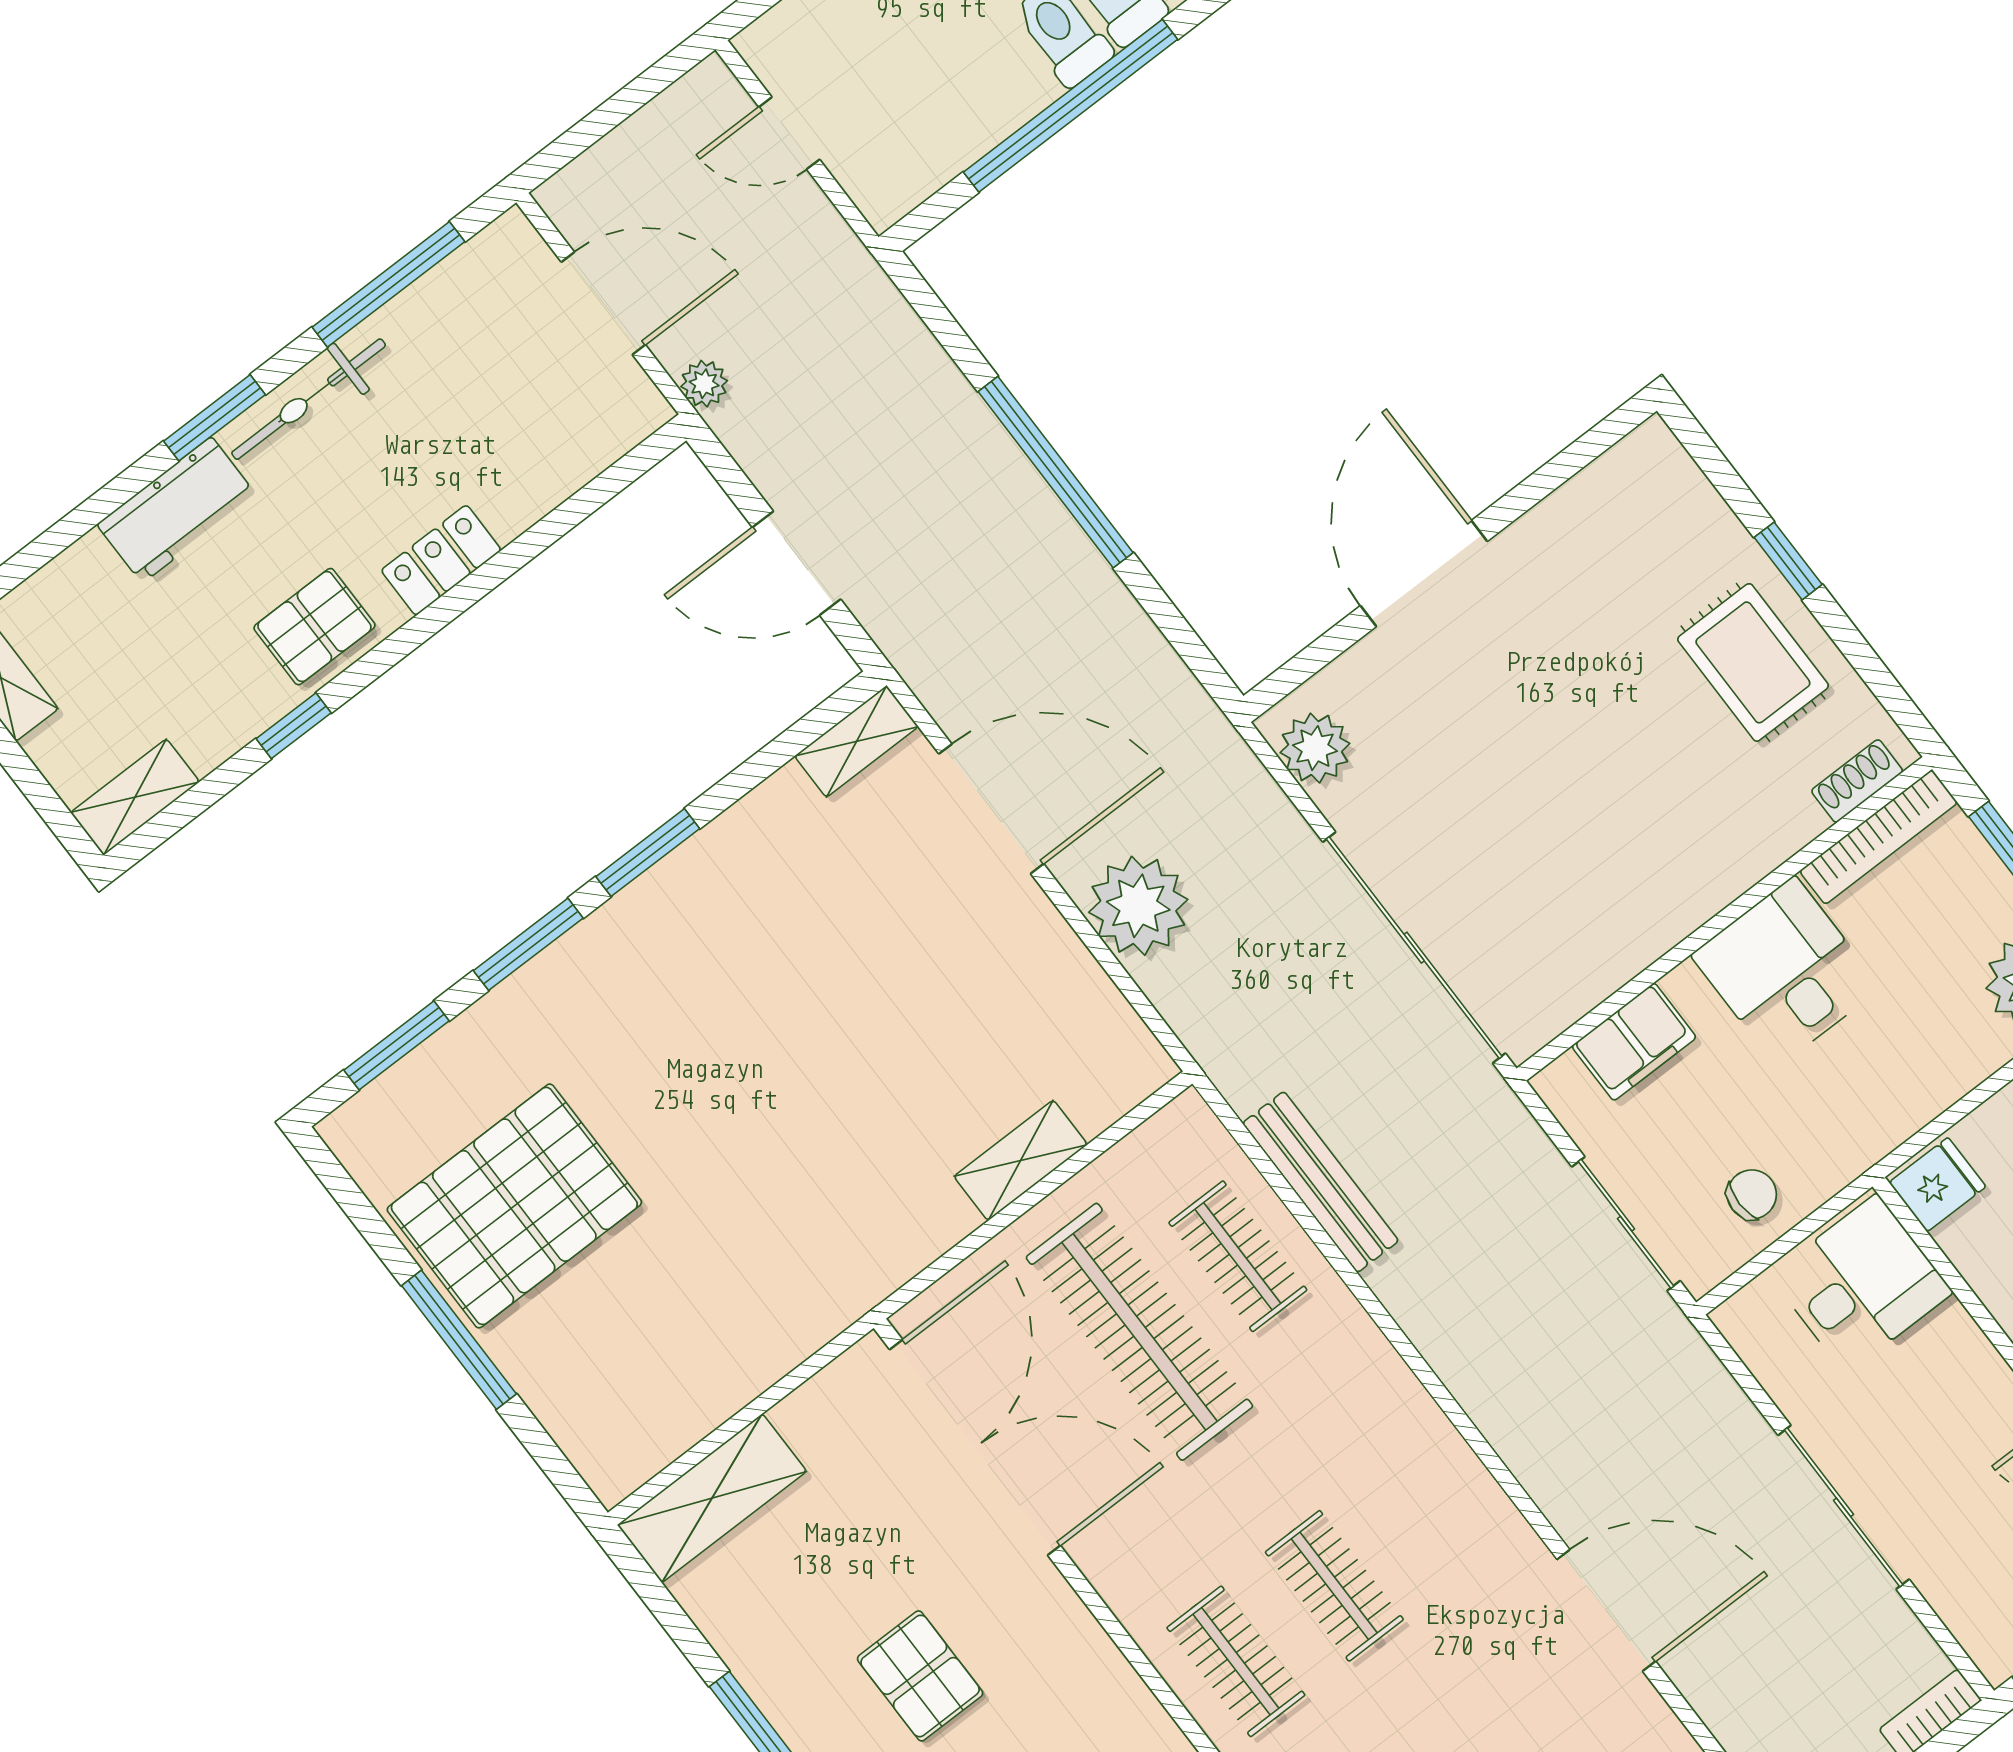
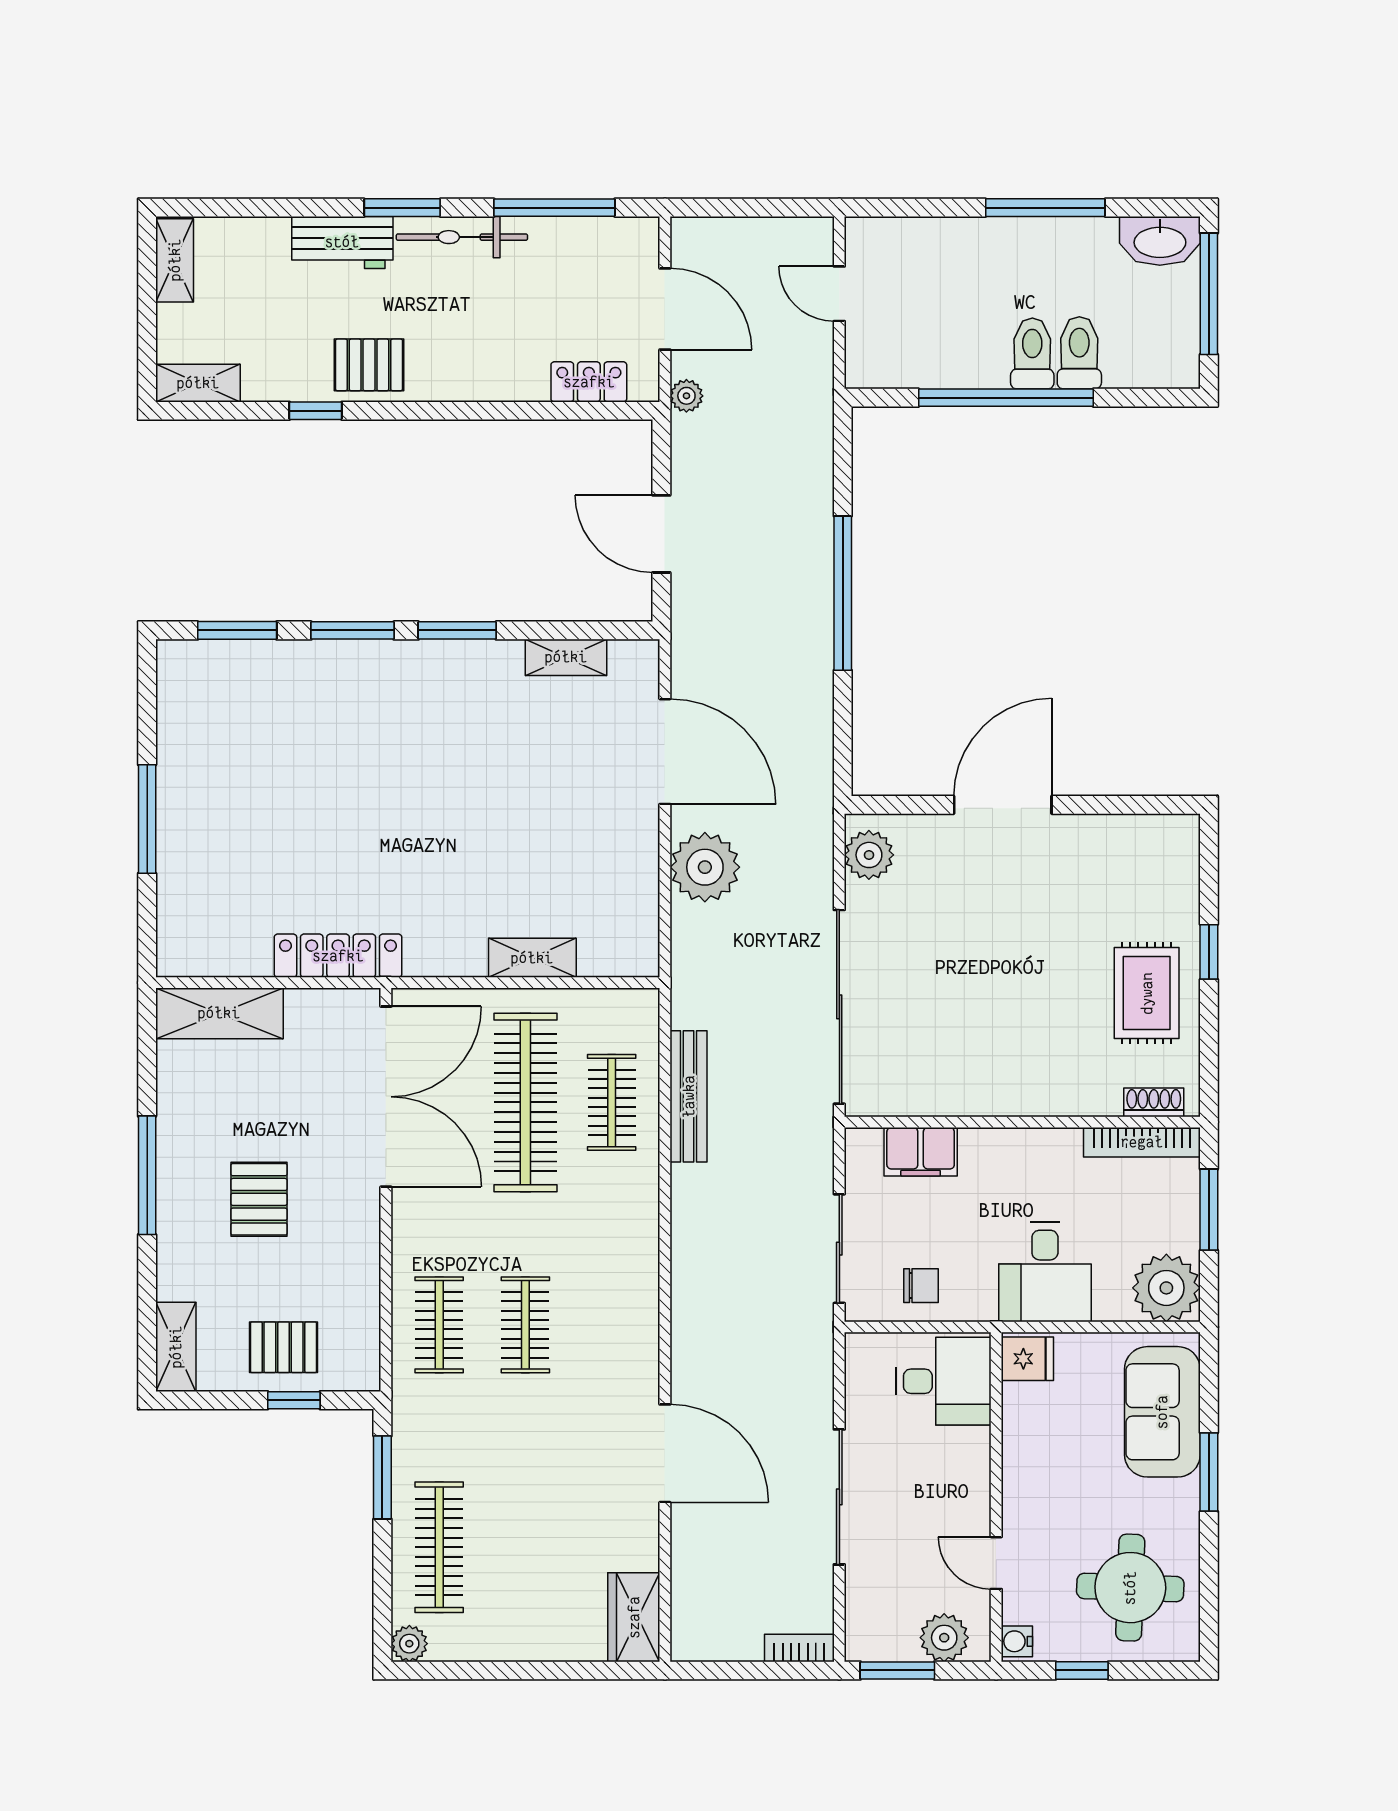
locker: (441, 560) -> (589, 382), moved
shelving: (856, 741) -> (566, 657), moved
desk: (1786, 971) -> (1045, 1272), moved, turned 180
pallet: (514, 1206) -> (234, 769), removed
locker: (797, 1328) -> (338, 956), added

